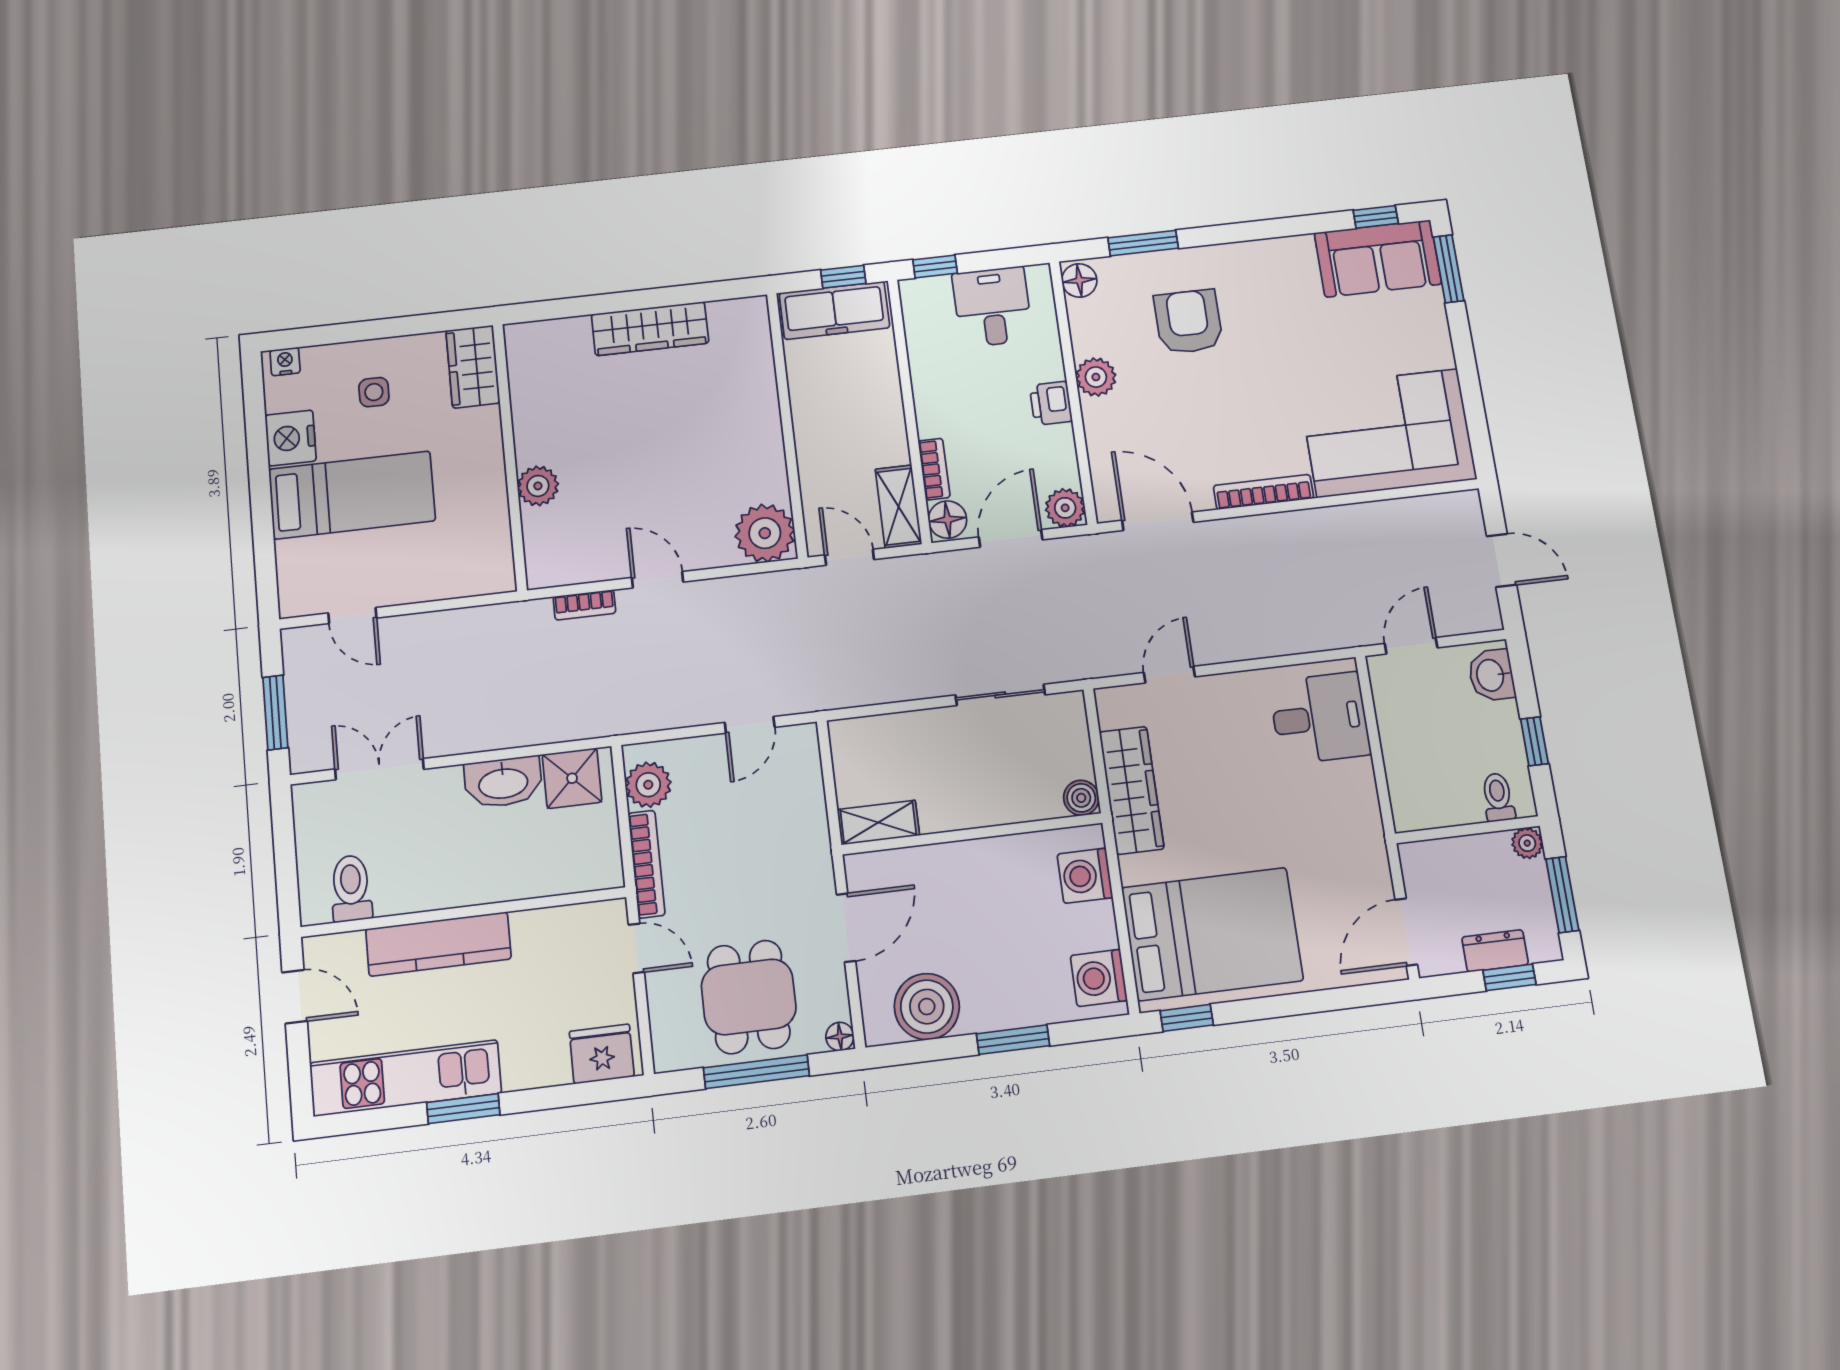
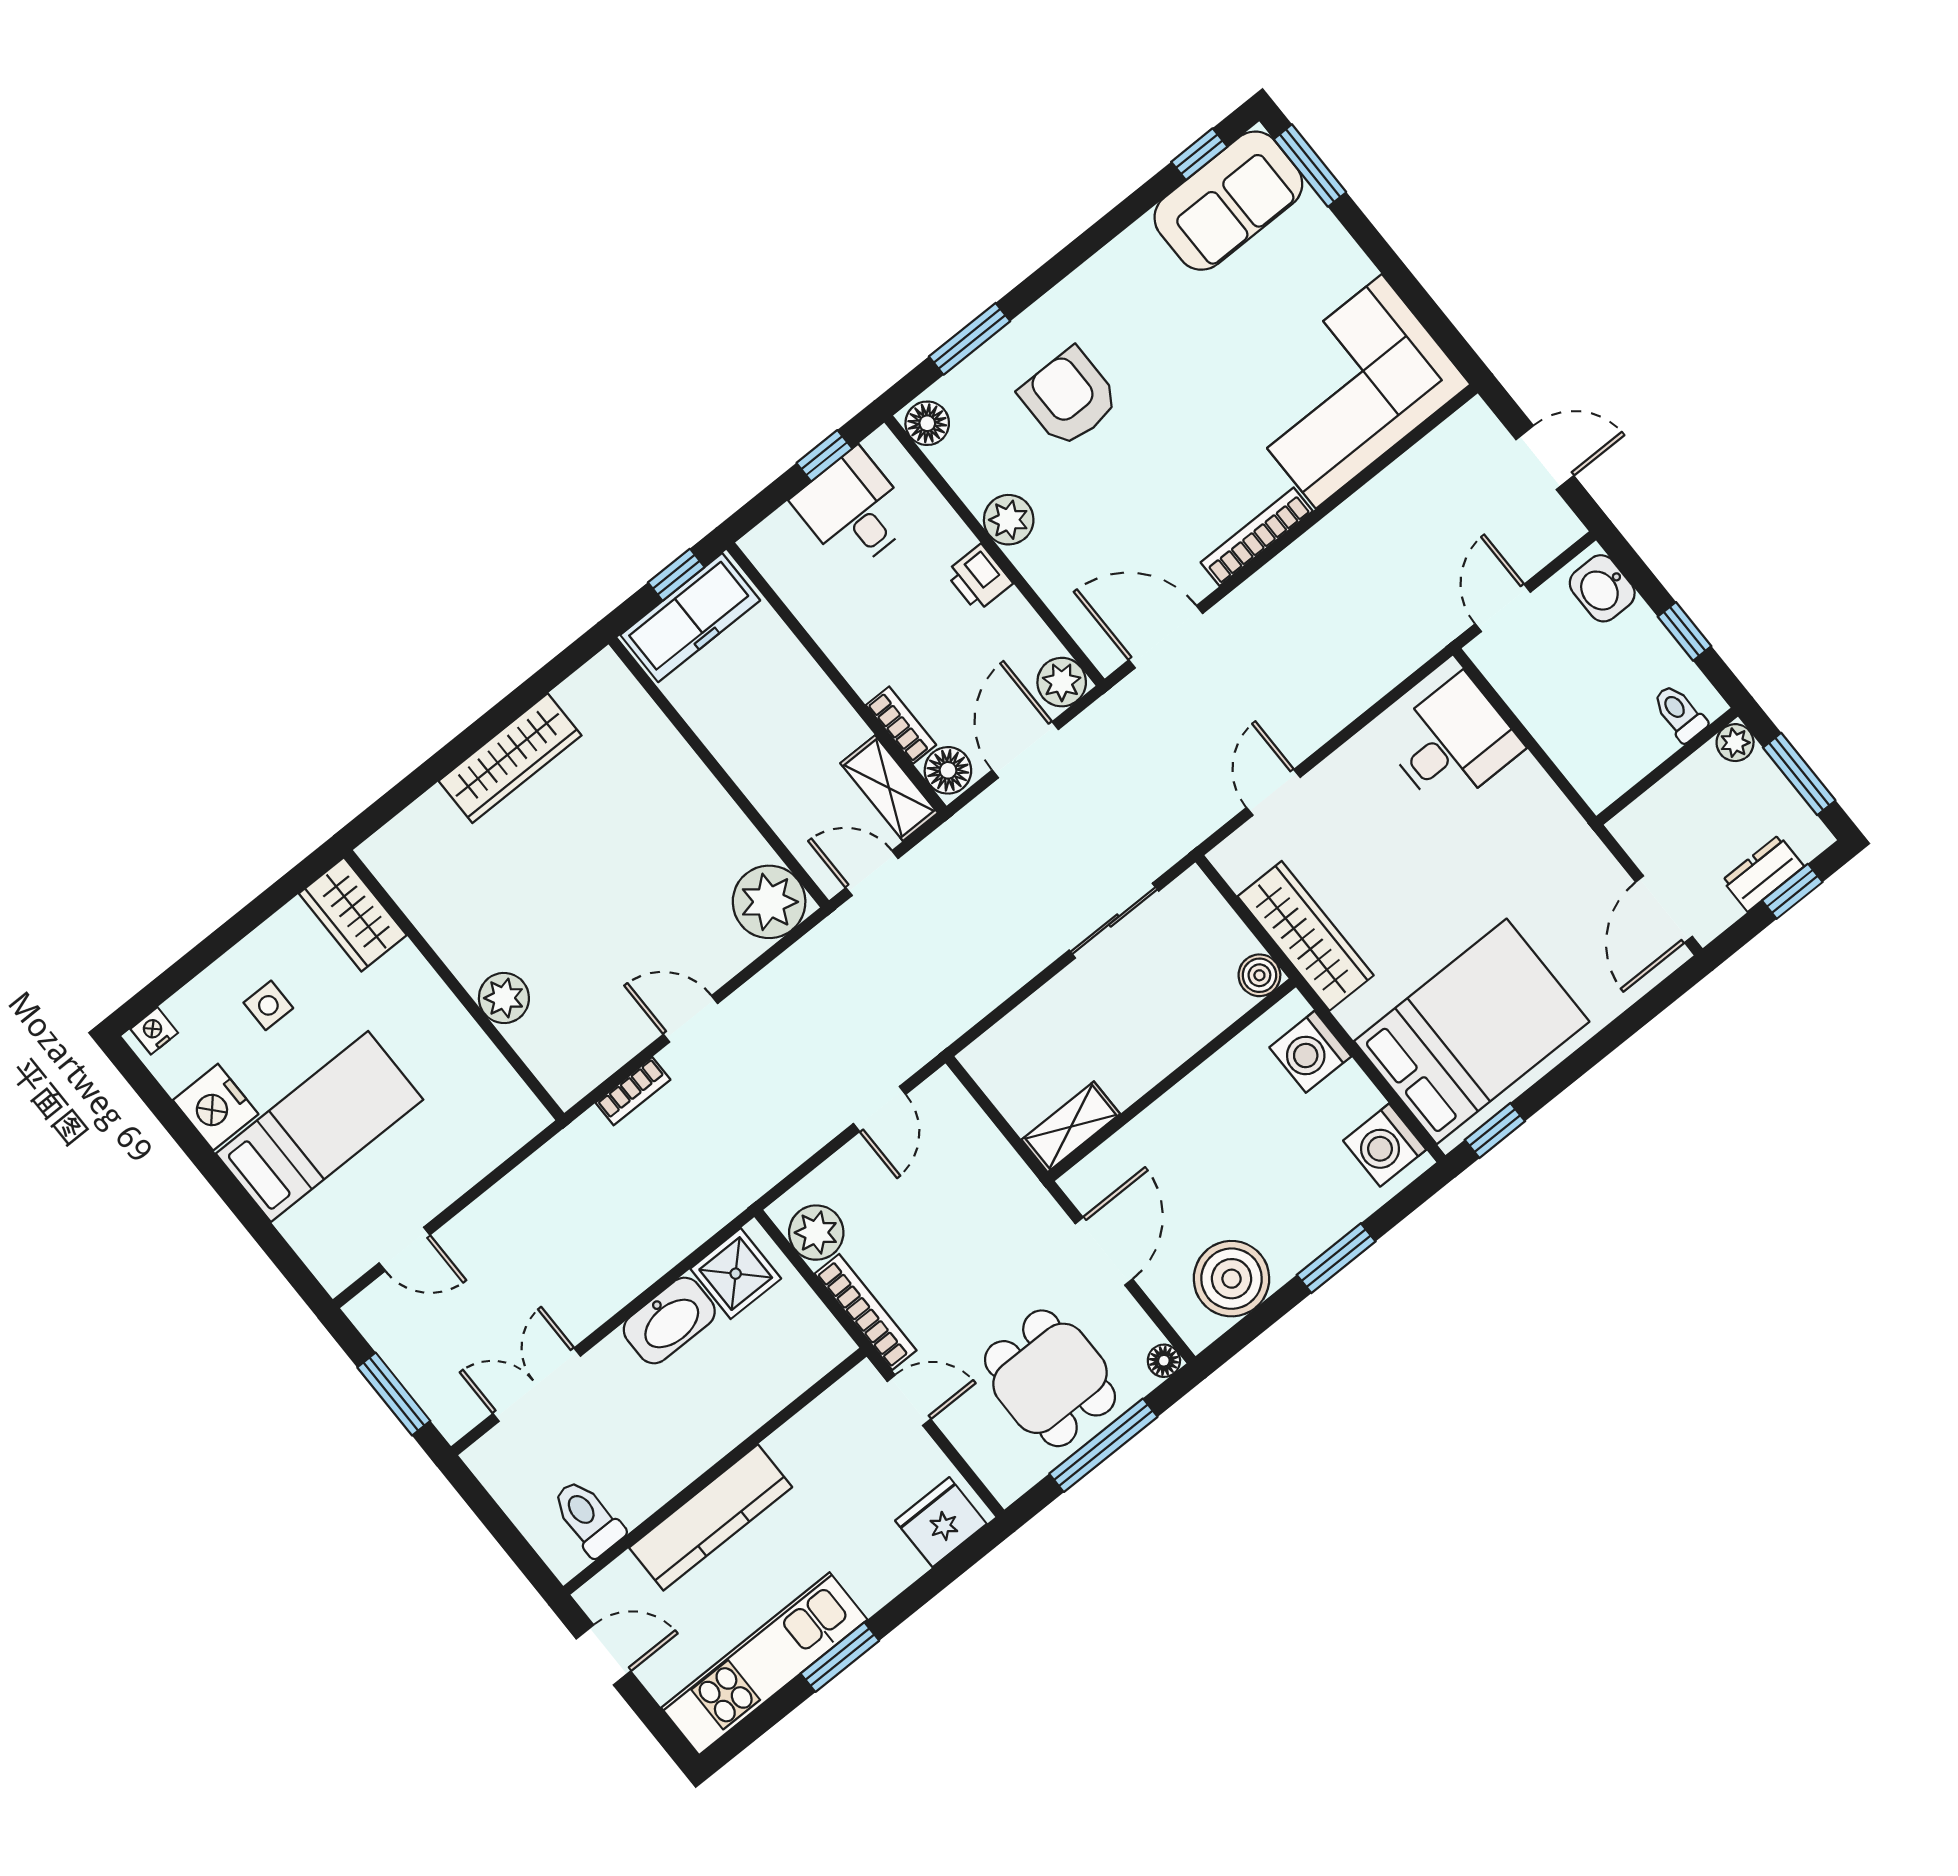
window: (935, 266) -> (824, 456), moved

